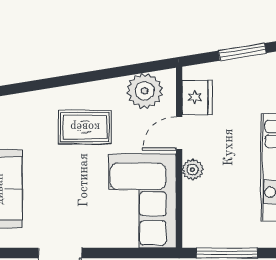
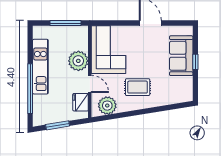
door: (179, 133) -> (90, 84), hinge flipped
plant: (193, 170) -> (78, 61), width x1.87, depth x1.87

